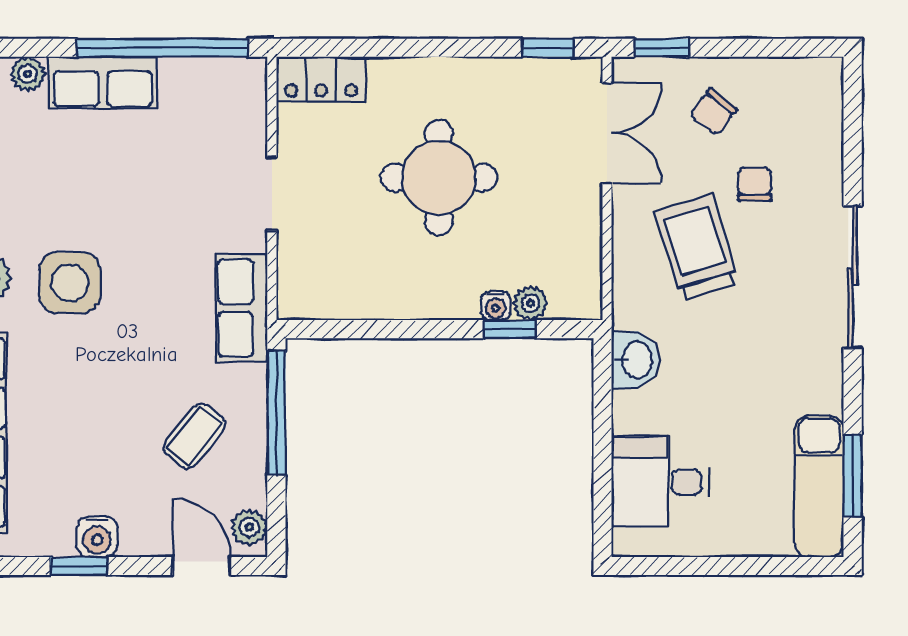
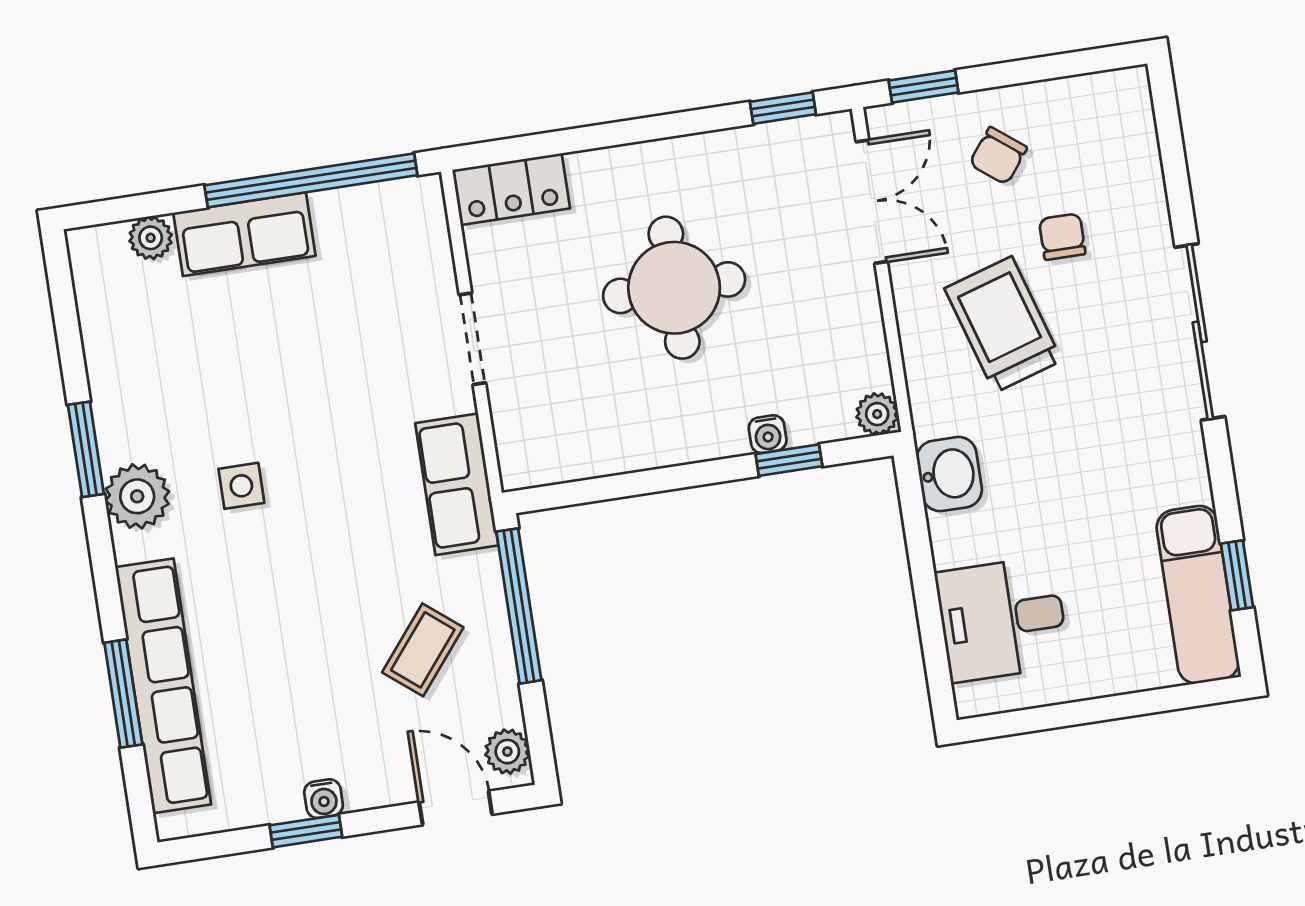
side table: (70, 283) -> (241, 486), width x0.54, depth x0.54
plant: (531, 303) -> (877, 414), moved
window: (853, 476) -> (1237, 575), width x0.67
water cooler: (97, 537) -> (324, 799), width x0.72, depth x0.72

